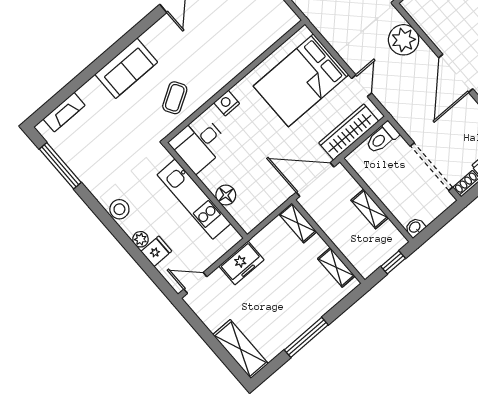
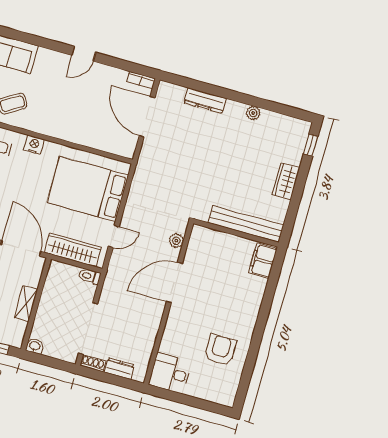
plant: (404, 40) -> (176, 241), width x0.53, depth x0.53
door: (456, 73) -> (174, 283), moved
toilet: (382, 138) -> (90, 276), width x0.73, depth x0.72

